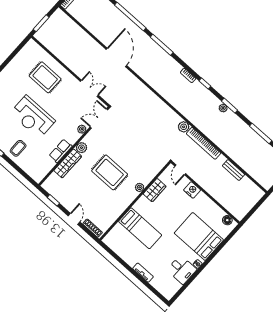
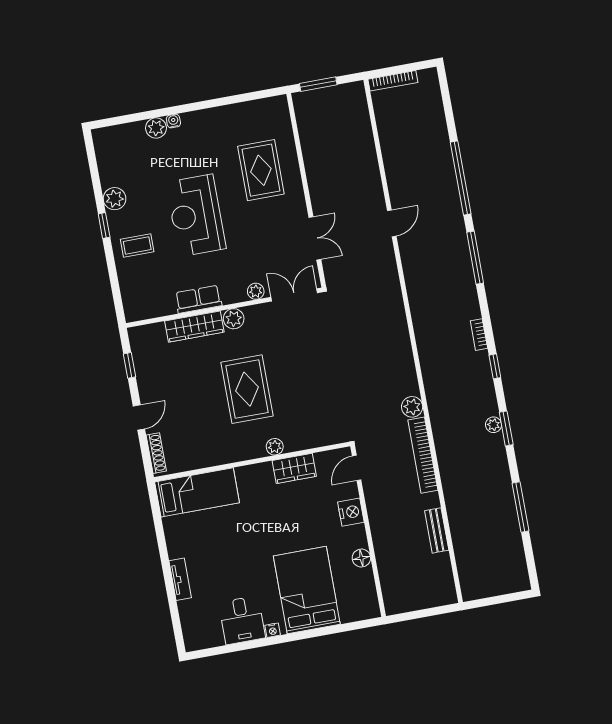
door: (116, 57) -> (392, 223), width x0.53
floor lamp: (227, 220) -> (361, 558), moved
bed: (140, 228) -> (197, 492), moved, turned -90

